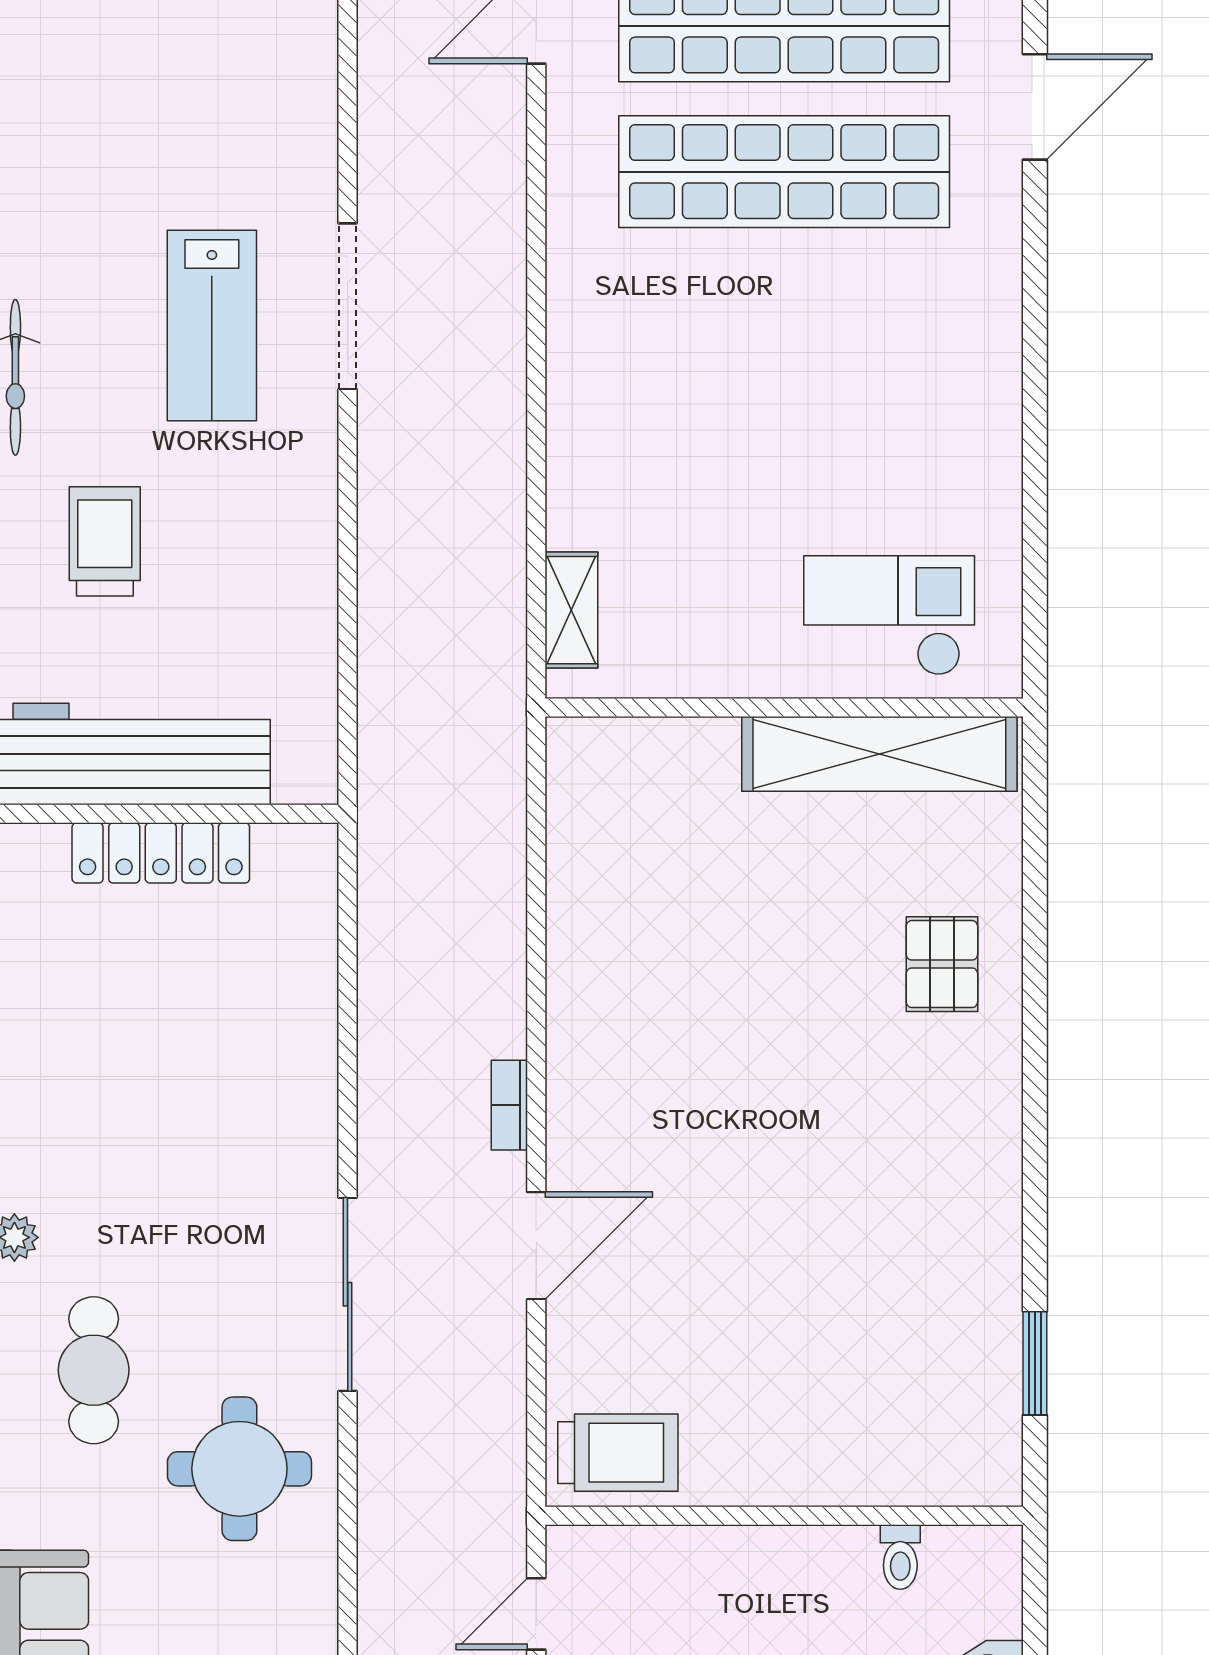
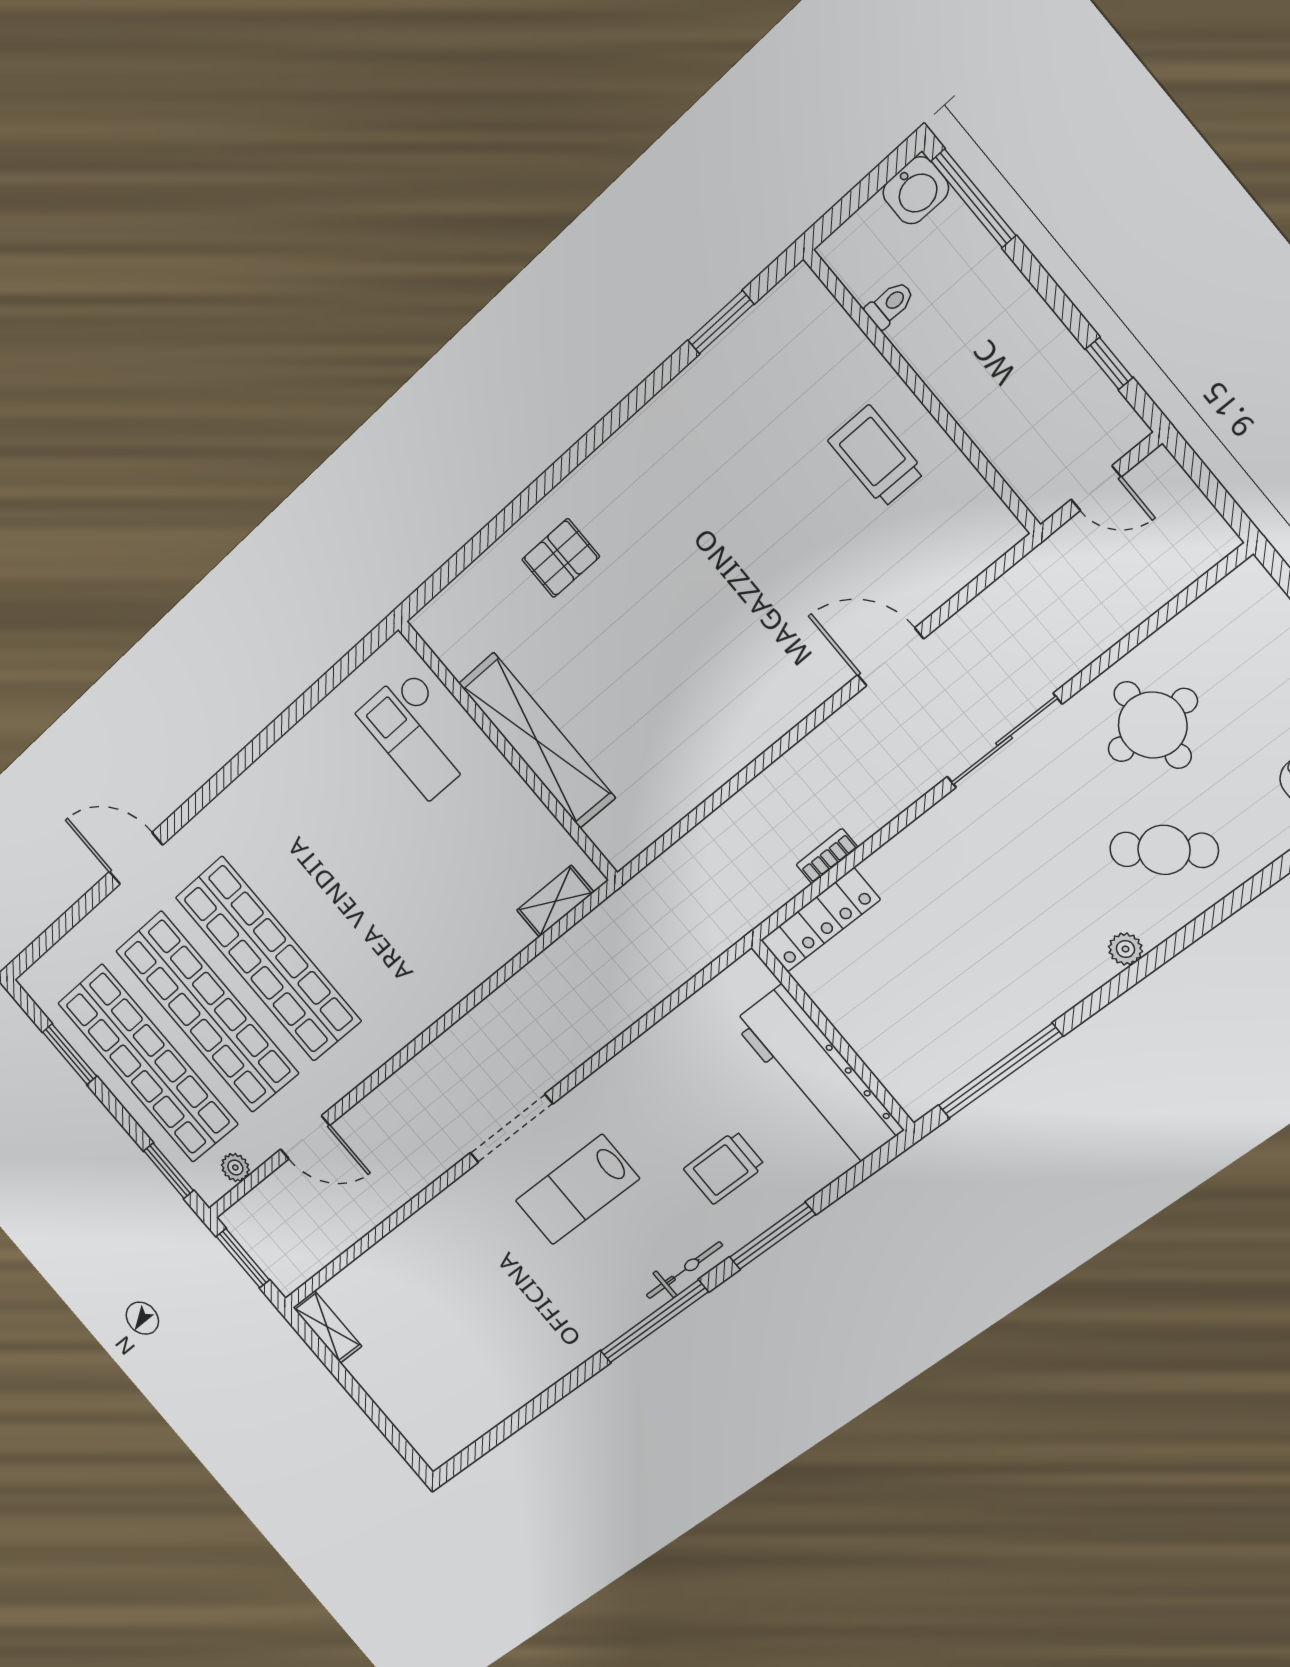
lab bench: (212, 326) -> (577, 1190), turned 180
shelving: (879, 754) -> (537, 741), moved
locker: (161, 853) -> (820, 920), moved, turned 90
bookcase: (509, 1105) -> (827, 856), moved, turned 180
cafe table: (94, 1370) -> (1164, 850), turned 38
trolley: (618, 1453) -> (876, 456), moved

